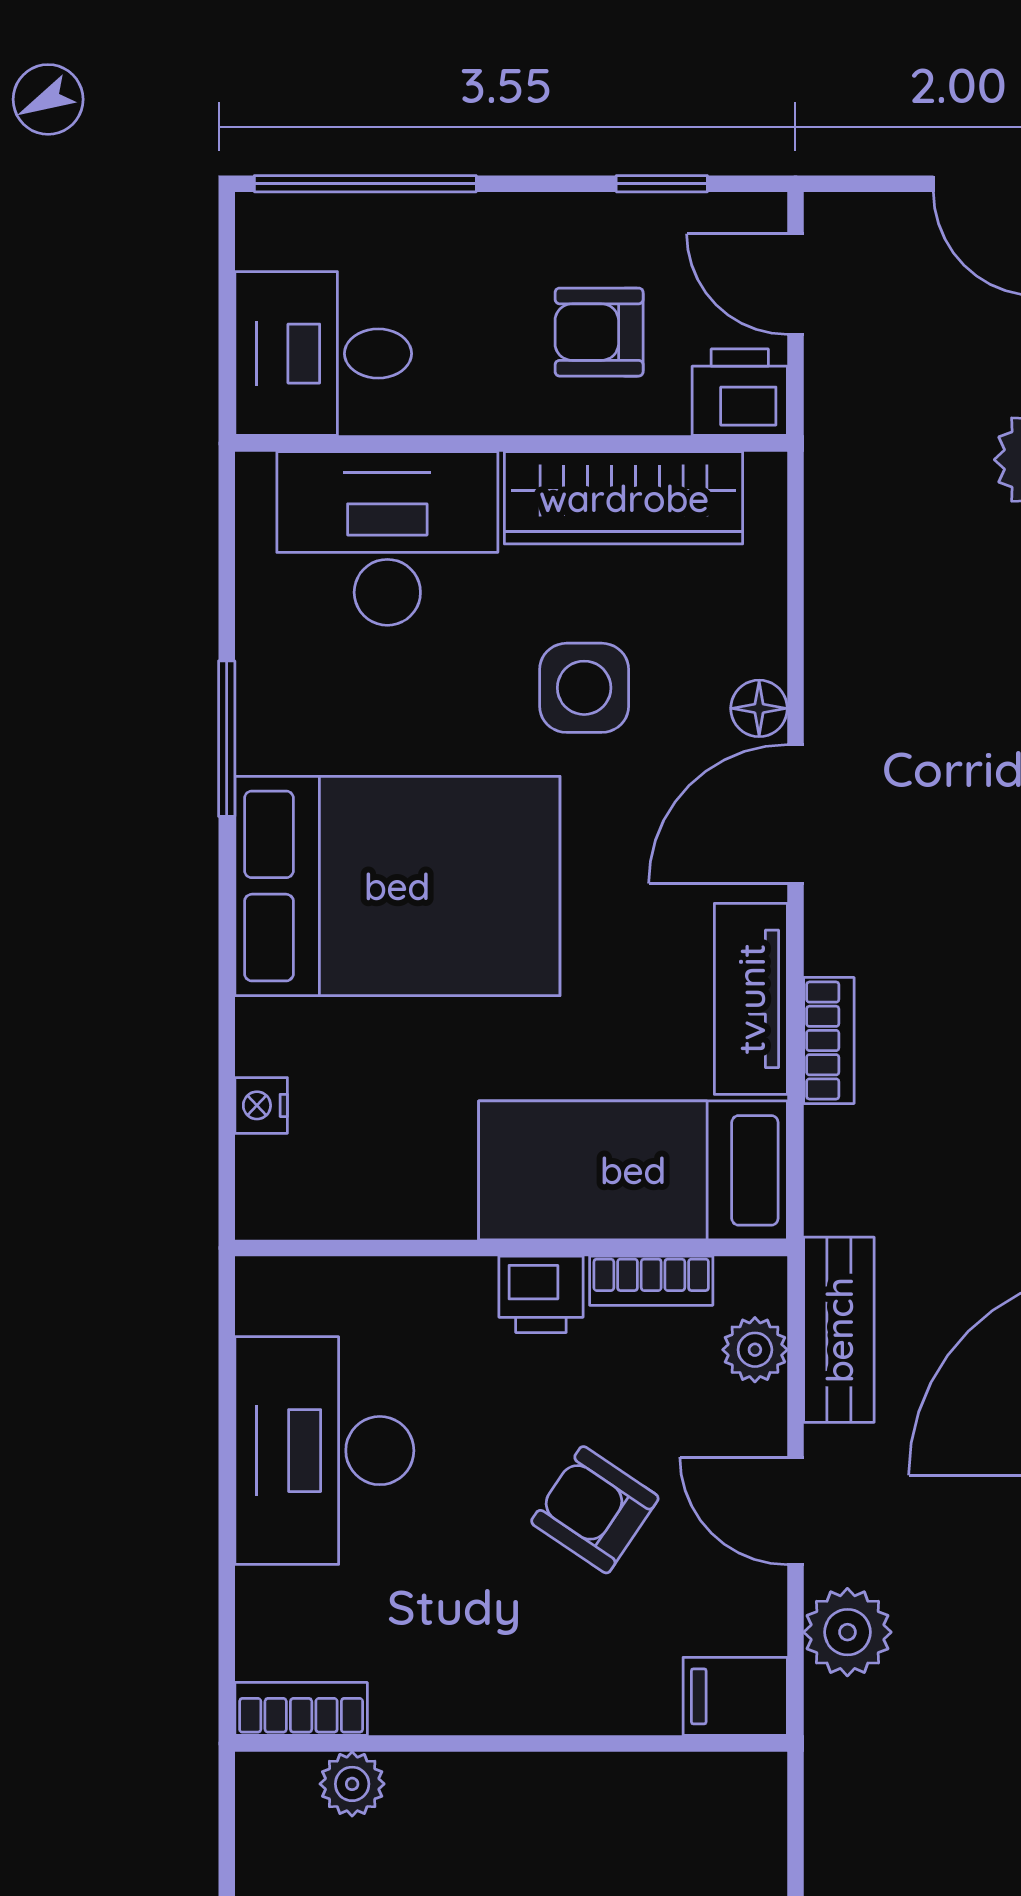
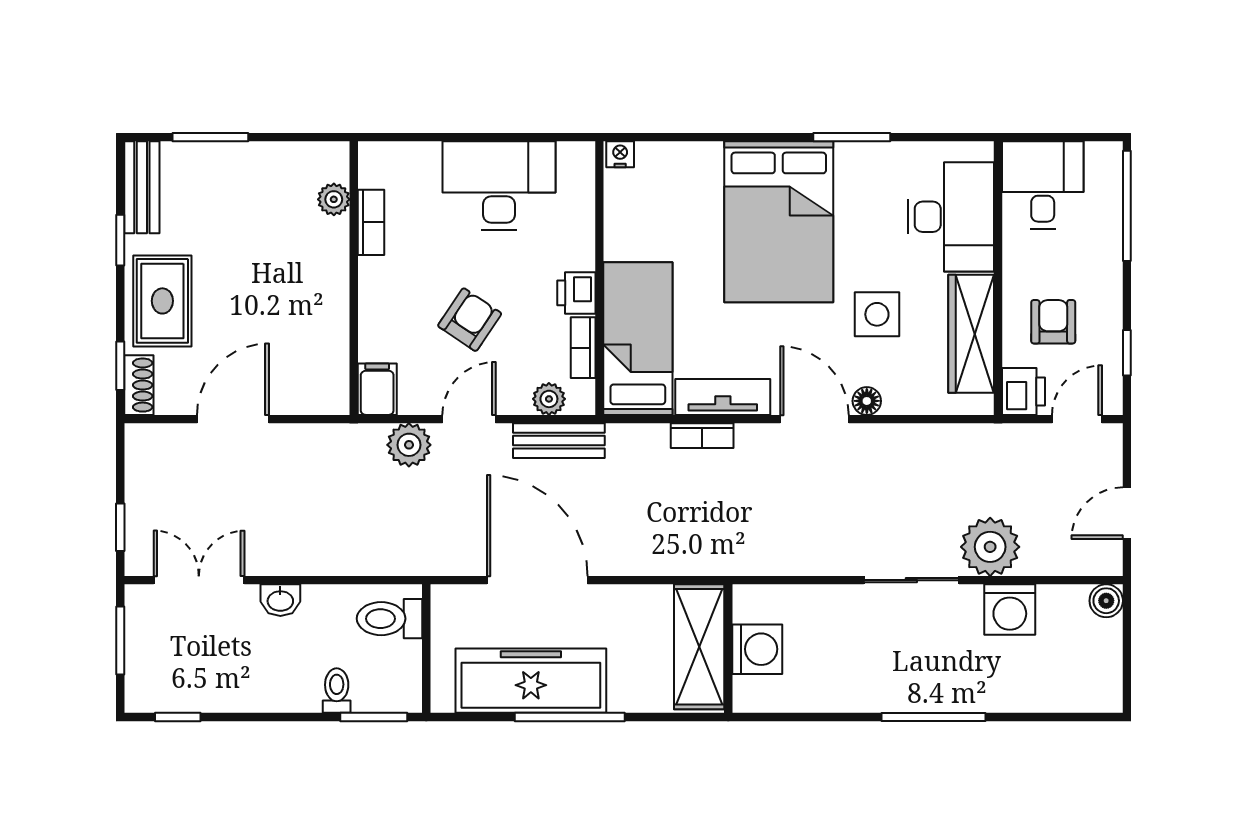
nightstand: (261, 1105) -> (620, 154), moved
bookcase: (301, 1709) -> (371, 222), moved

